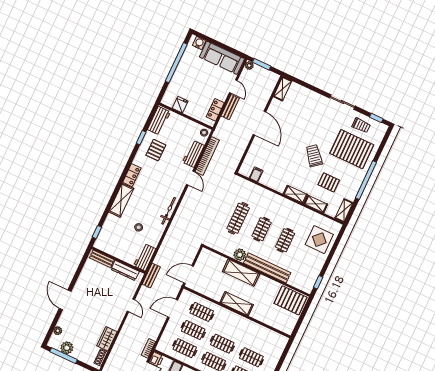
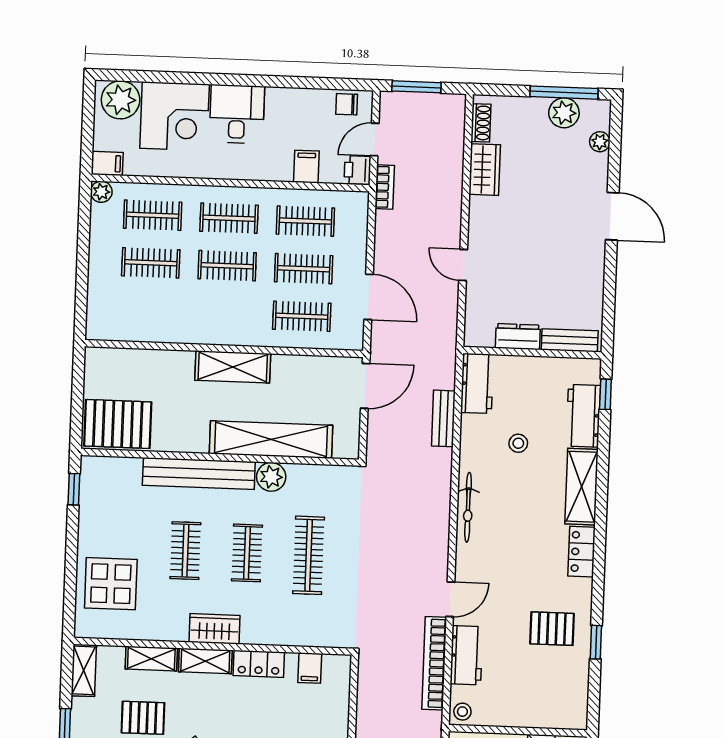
workbench: (159, 121) -> (583, 416), moved
pallet: (156, 150) -> (552, 629), turned 90
door: (190, 178) -> (450, 599), swing flipped
locker: (275, 184) -> (259, 664), added
wardrobe: (287, 205) -> (214, 629), added
dresser: (125, 270) -> (518, 337), width x0.70
shelving: (241, 273) -> (271, 440), width x1.47
bench: (151, 276) -> (443, 418), moved
door: (173, 308) -> (369, 297), hinge flipped

